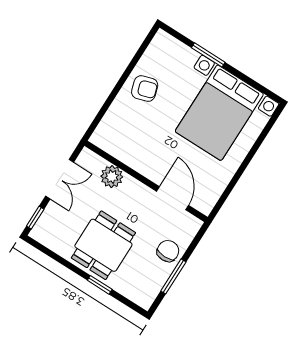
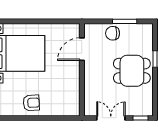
armchair: (145, 89) -> (31, 103), turned 104
plant: (112, 177) -> (91, 90), removed

